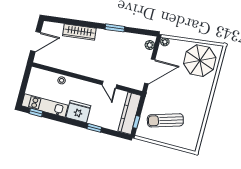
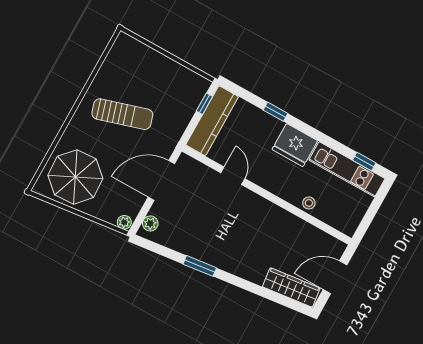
wardrobe: (79, 32) -> (291, 287), moved
sun lounger: (165, 120) -> (122, 114), moved

